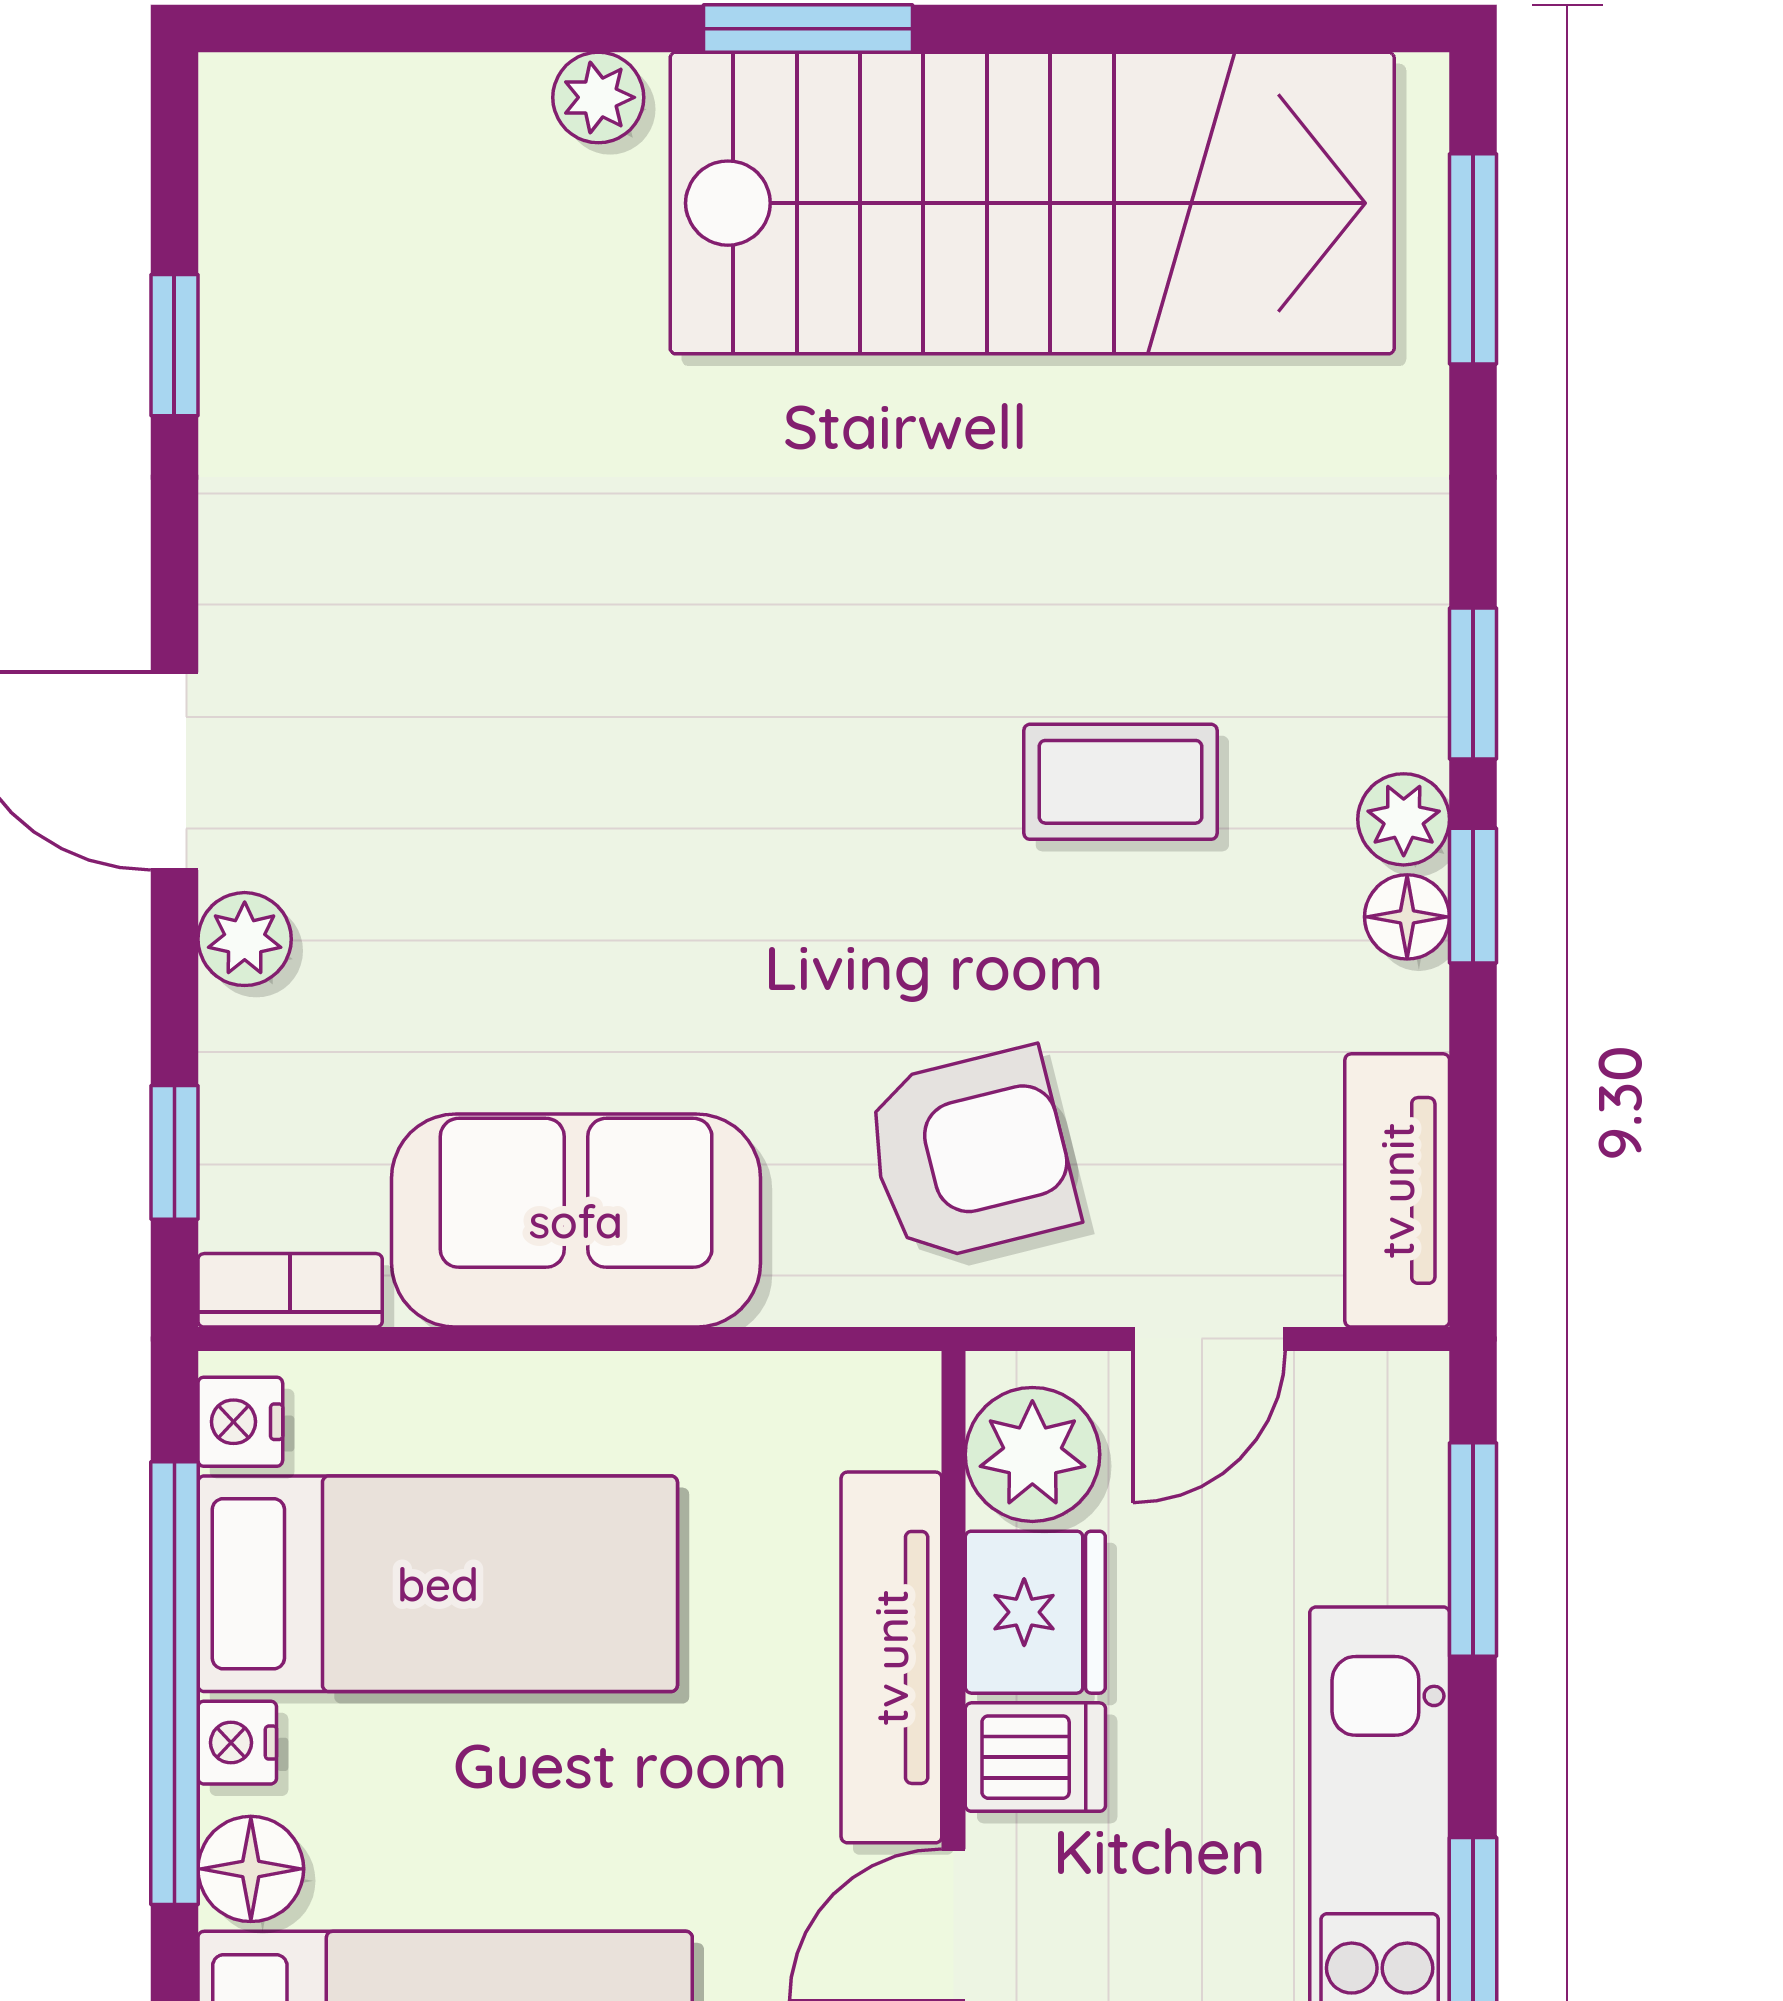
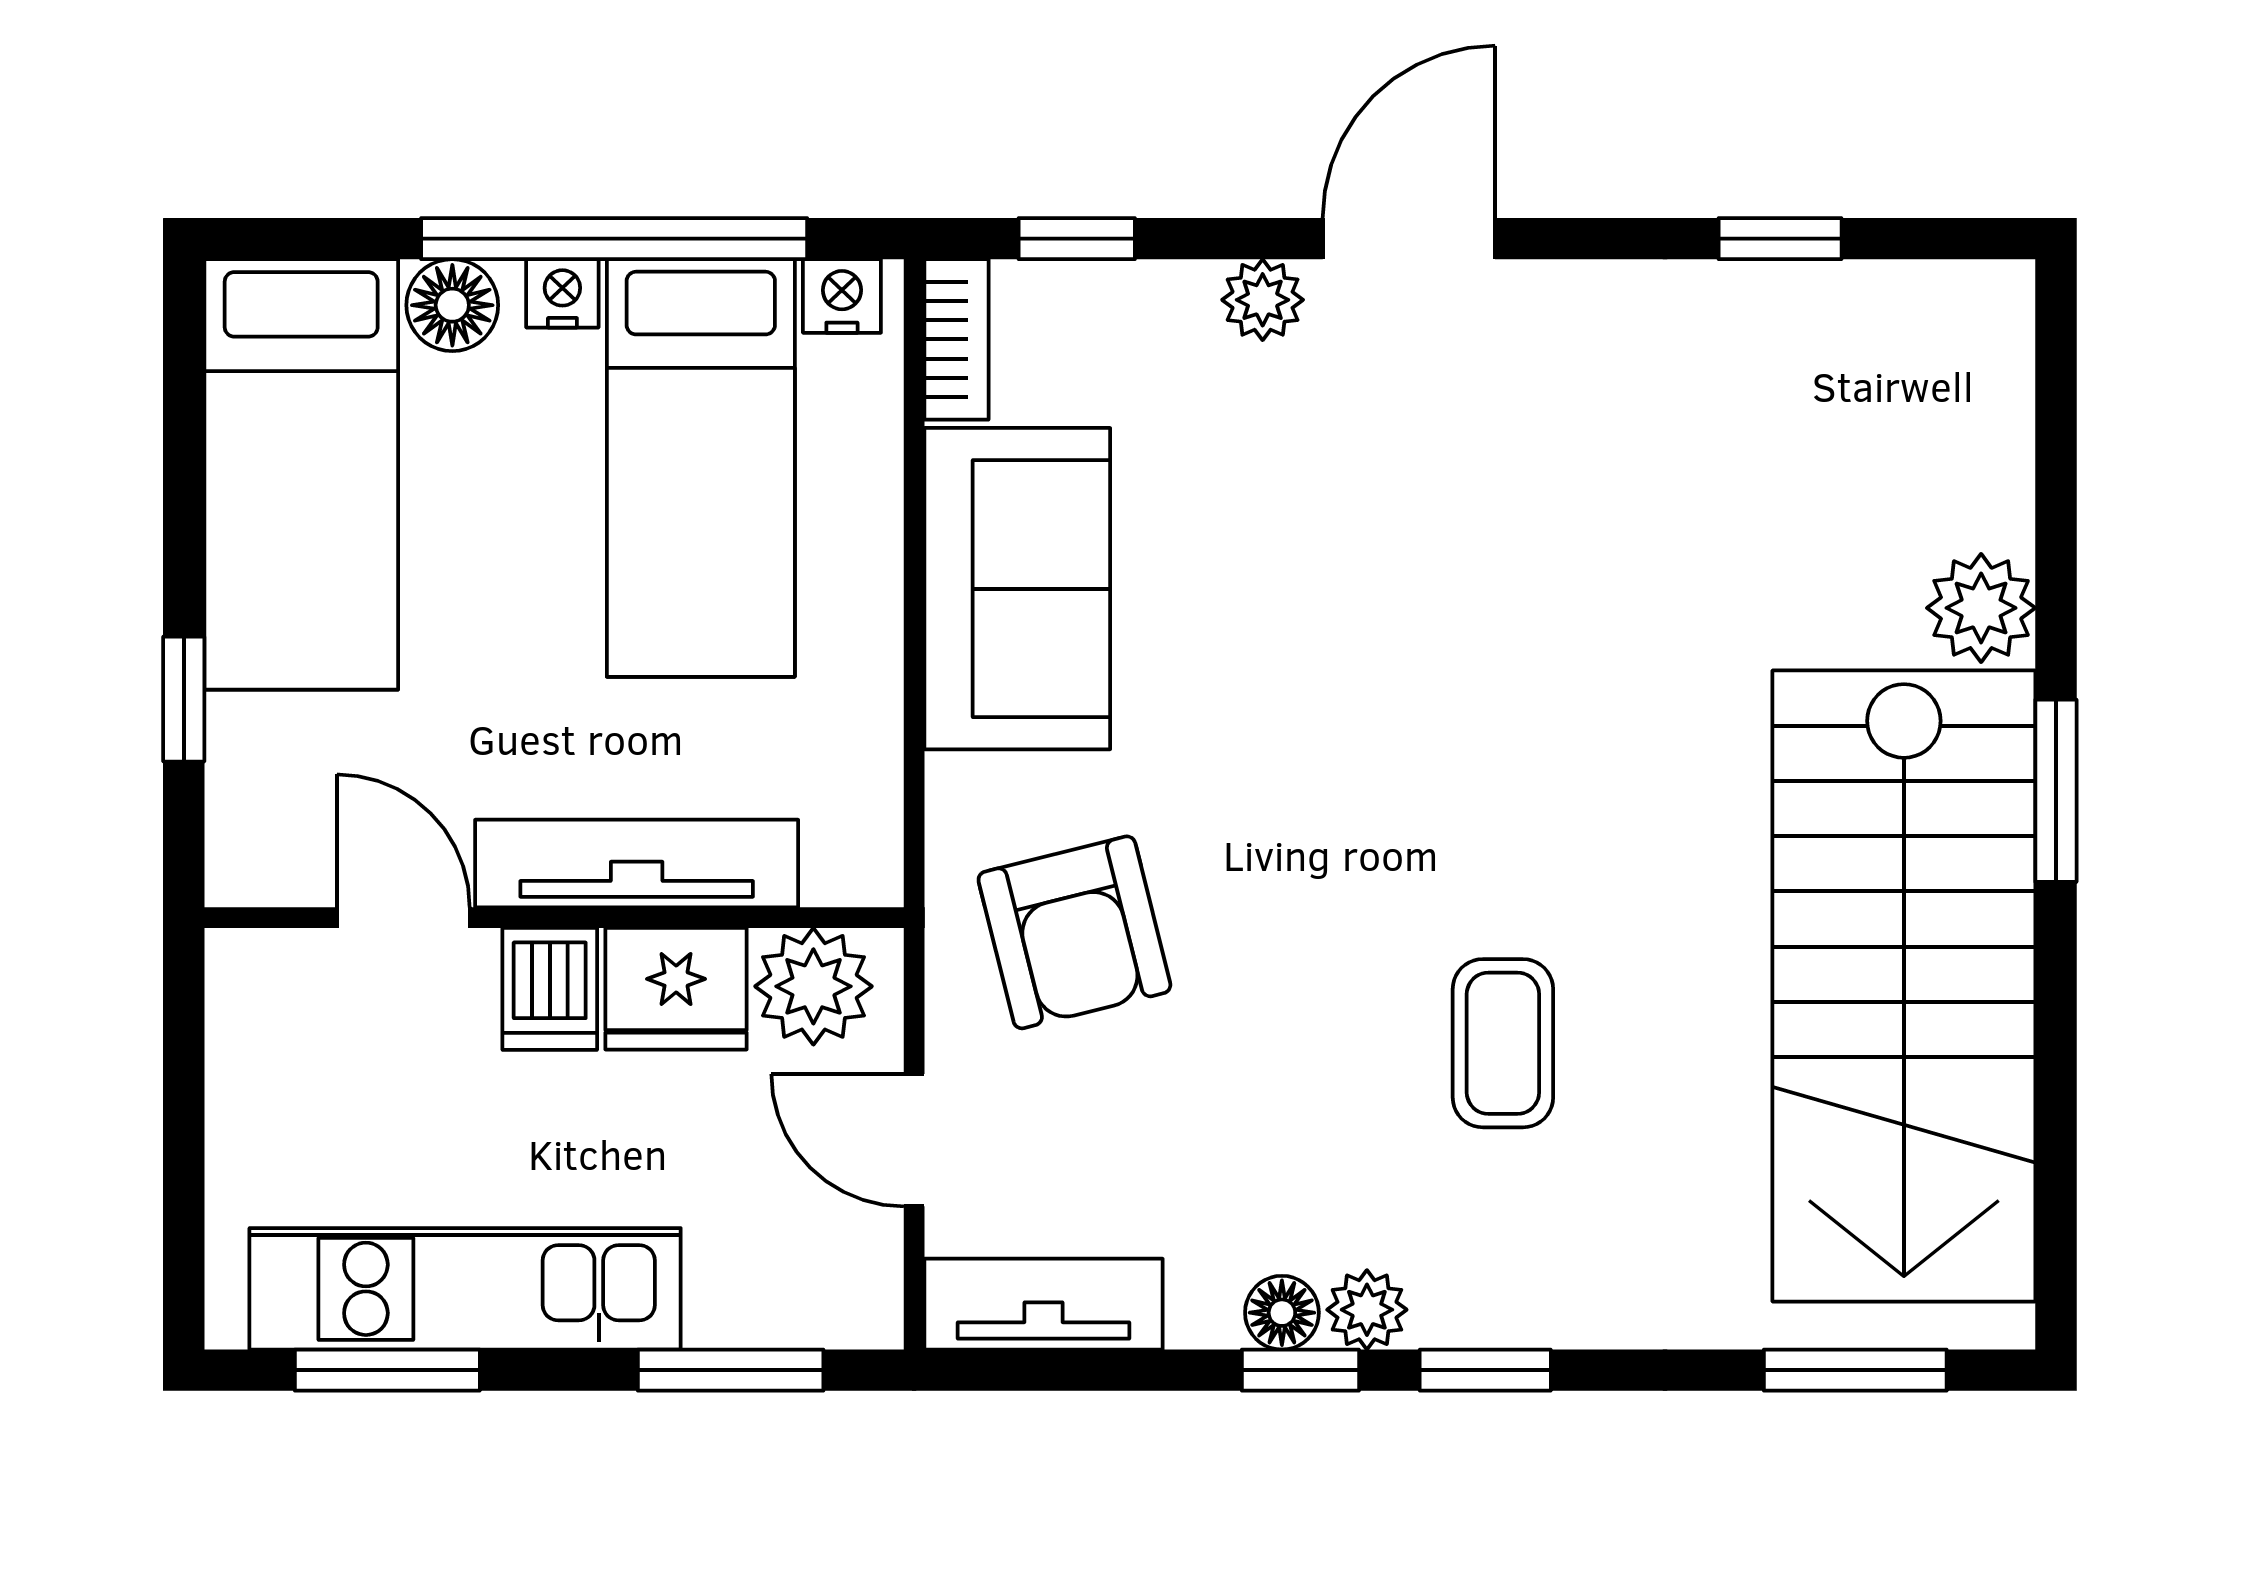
plant: (598, 97) -> (1981, 608), width x1.38, depth x1.38
coffee table: (1120, 782) -> (1503, 1043), moved

